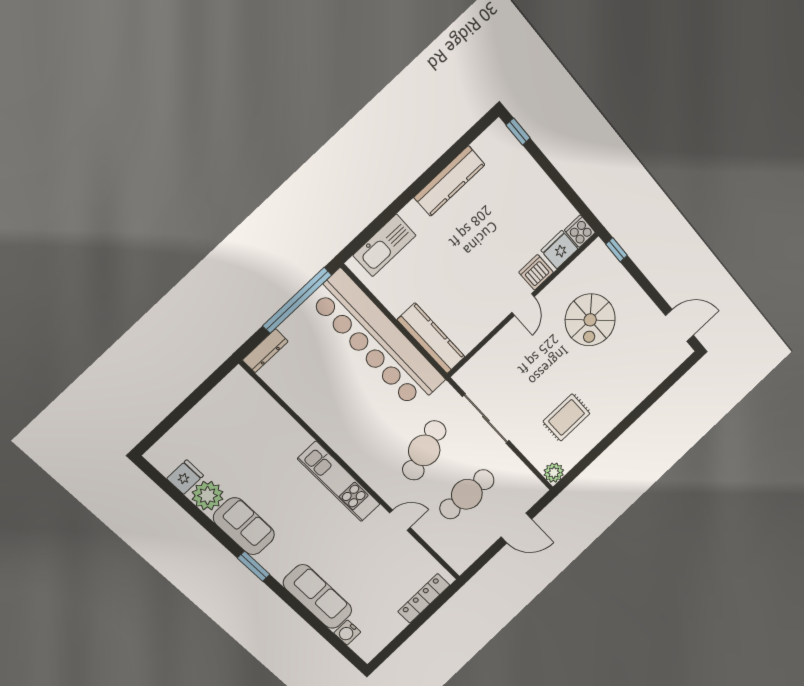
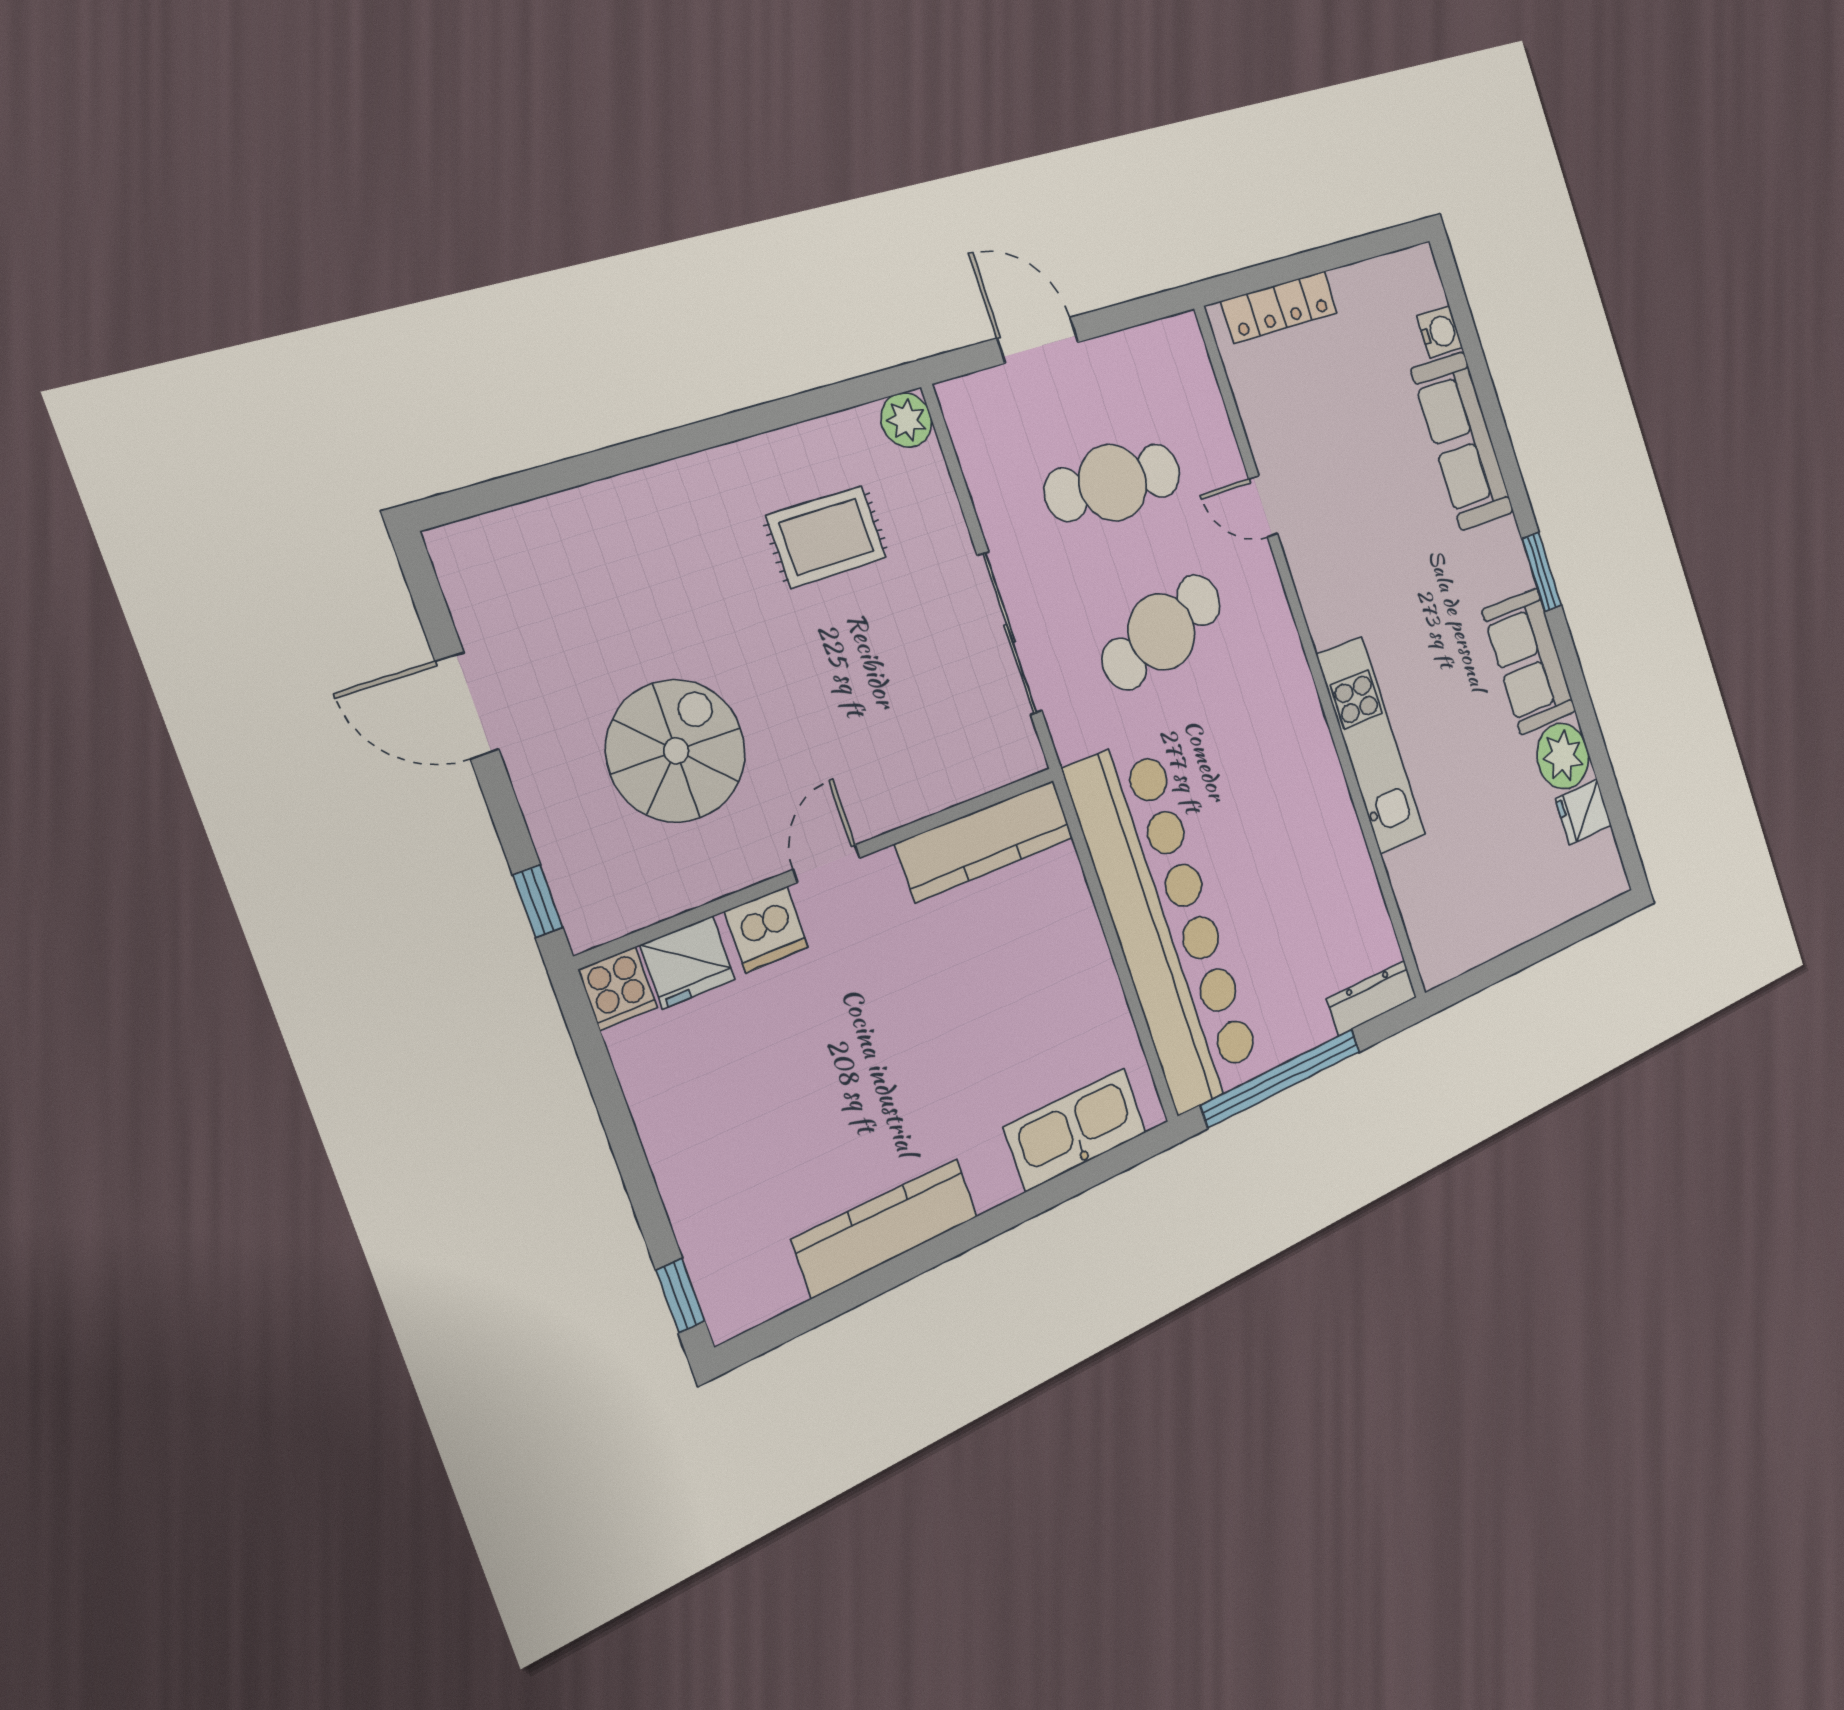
door: (680, 325) -> (467, 706), moved
kitchen counter: (431, 338) -> (985, 841), moved, turned -90
kitchen unit: (339, 482) -> (1371, 745), moved

